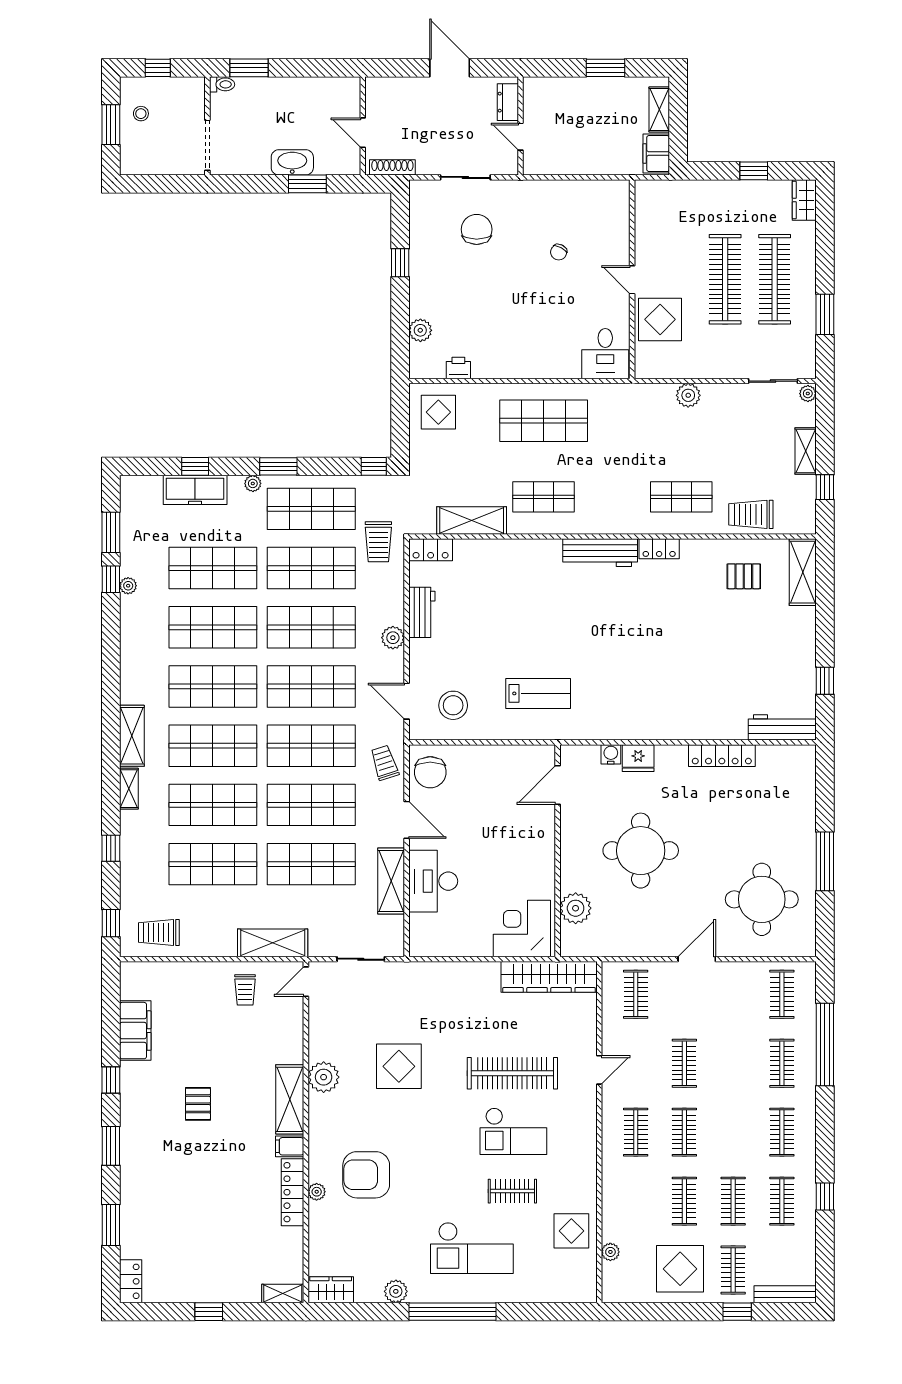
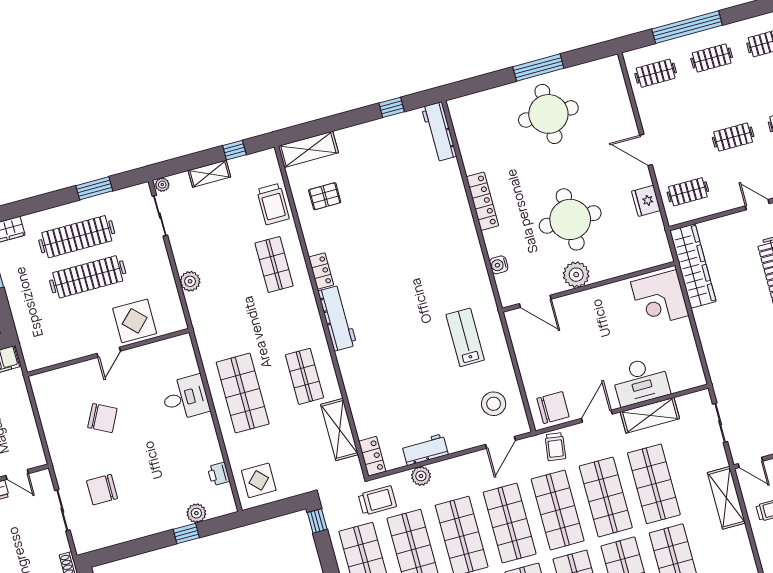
door: (520, 137) -> (17, 474), hinge flipped
chair: (559, 252) -> (102, 418), width x1.87, depth x1.87
window: (400, 263) -> (186, 534), moved
desk: (605, 354) -> (185, 398), moved
pallet: (744, 576) -> (325, 196), turned 90
plant: (393, 638) -> (421, 476), moved
locker: (722, 756) -> (482, 201), moved
fridge: (638, 758) -> (646, 201), moved, turned 180
trolley: (385, 763) -> (555, 447), turned -64
round table: (762, 899) -> (548, 114), moved
plant: (576, 908) -> (576, 275), moved

